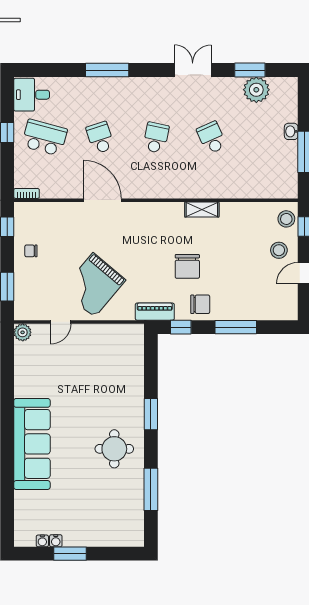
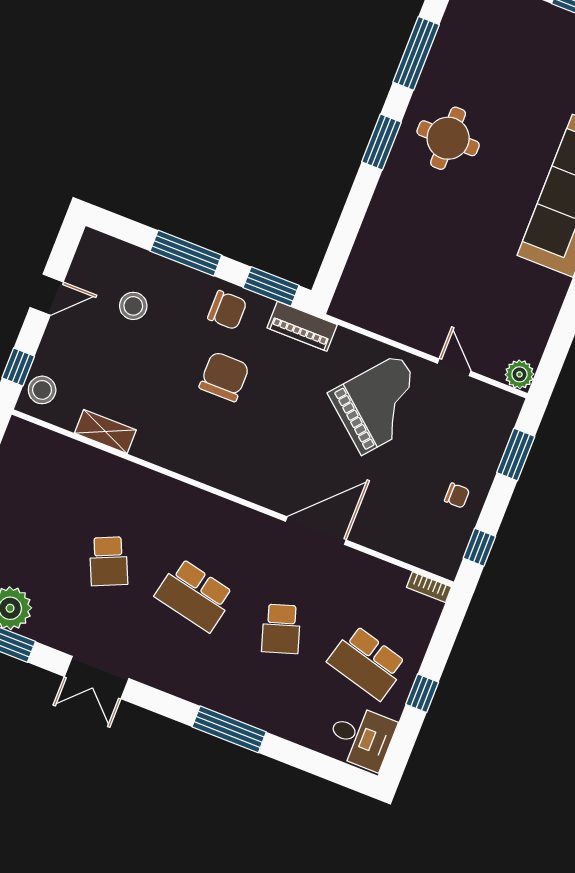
school desk: (156, 138) -> (195, 595), width x1.85
door: (102, 200) -> (316, 531), swing flipped
shelving: (202, 210) -> (105, 431), moved
stool: (279, 250) -> (133, 306), moved
chair: (200, 304) -> (227, 310), turned 180
door: (61, 322) -> (454, 367), hinge flipped
window: (181, 327) -> (271, 287), width x1.50
window: (151, 414) -> (381, 142), moved

